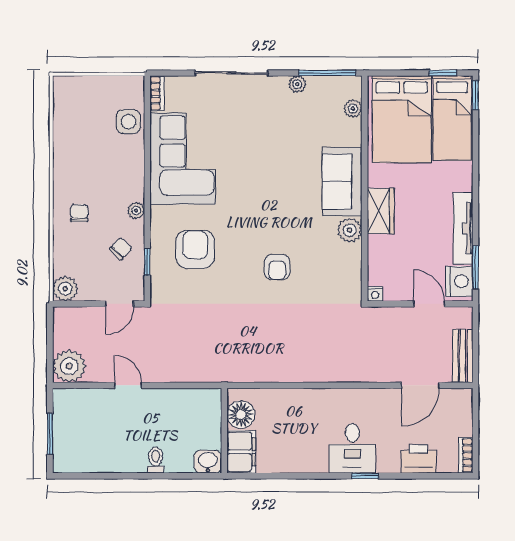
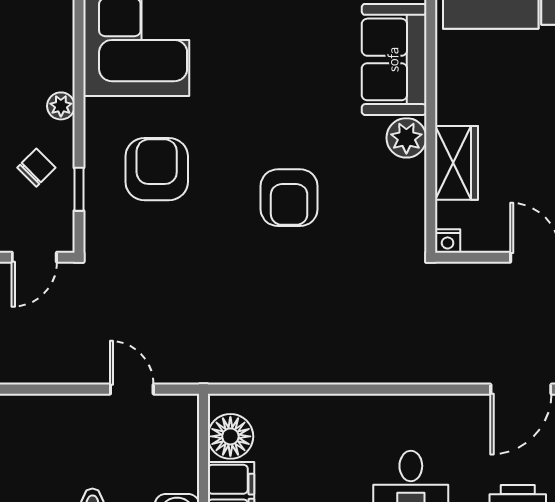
wardrobe: (381, 211) -> (457, 163), moved
armchair: (277, 267) -> (289, 198), width x1.38, depth x1.38
door: (128, 385) -> (132, 389), moved

